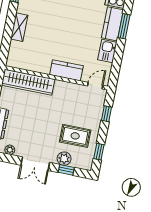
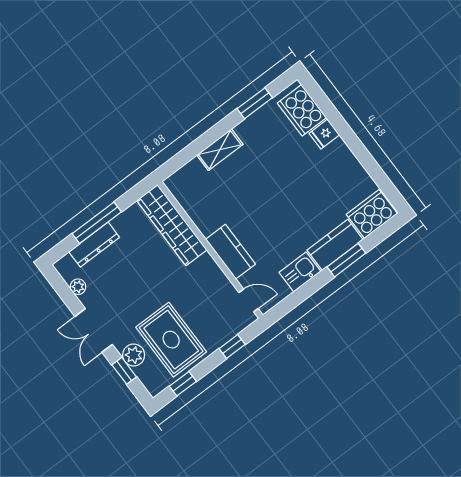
rug: (75, 136) -> (171, 340), width x1.36, depth x1.43

